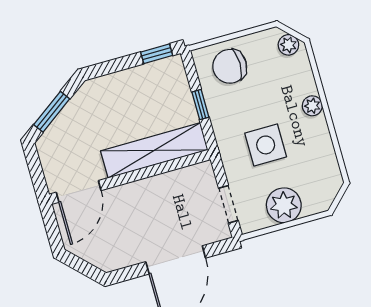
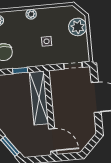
side table: (266, 145) -> (47, 41), width x0.54, depth x0.54
plant: (284, 205) -> (78, 27), moved

